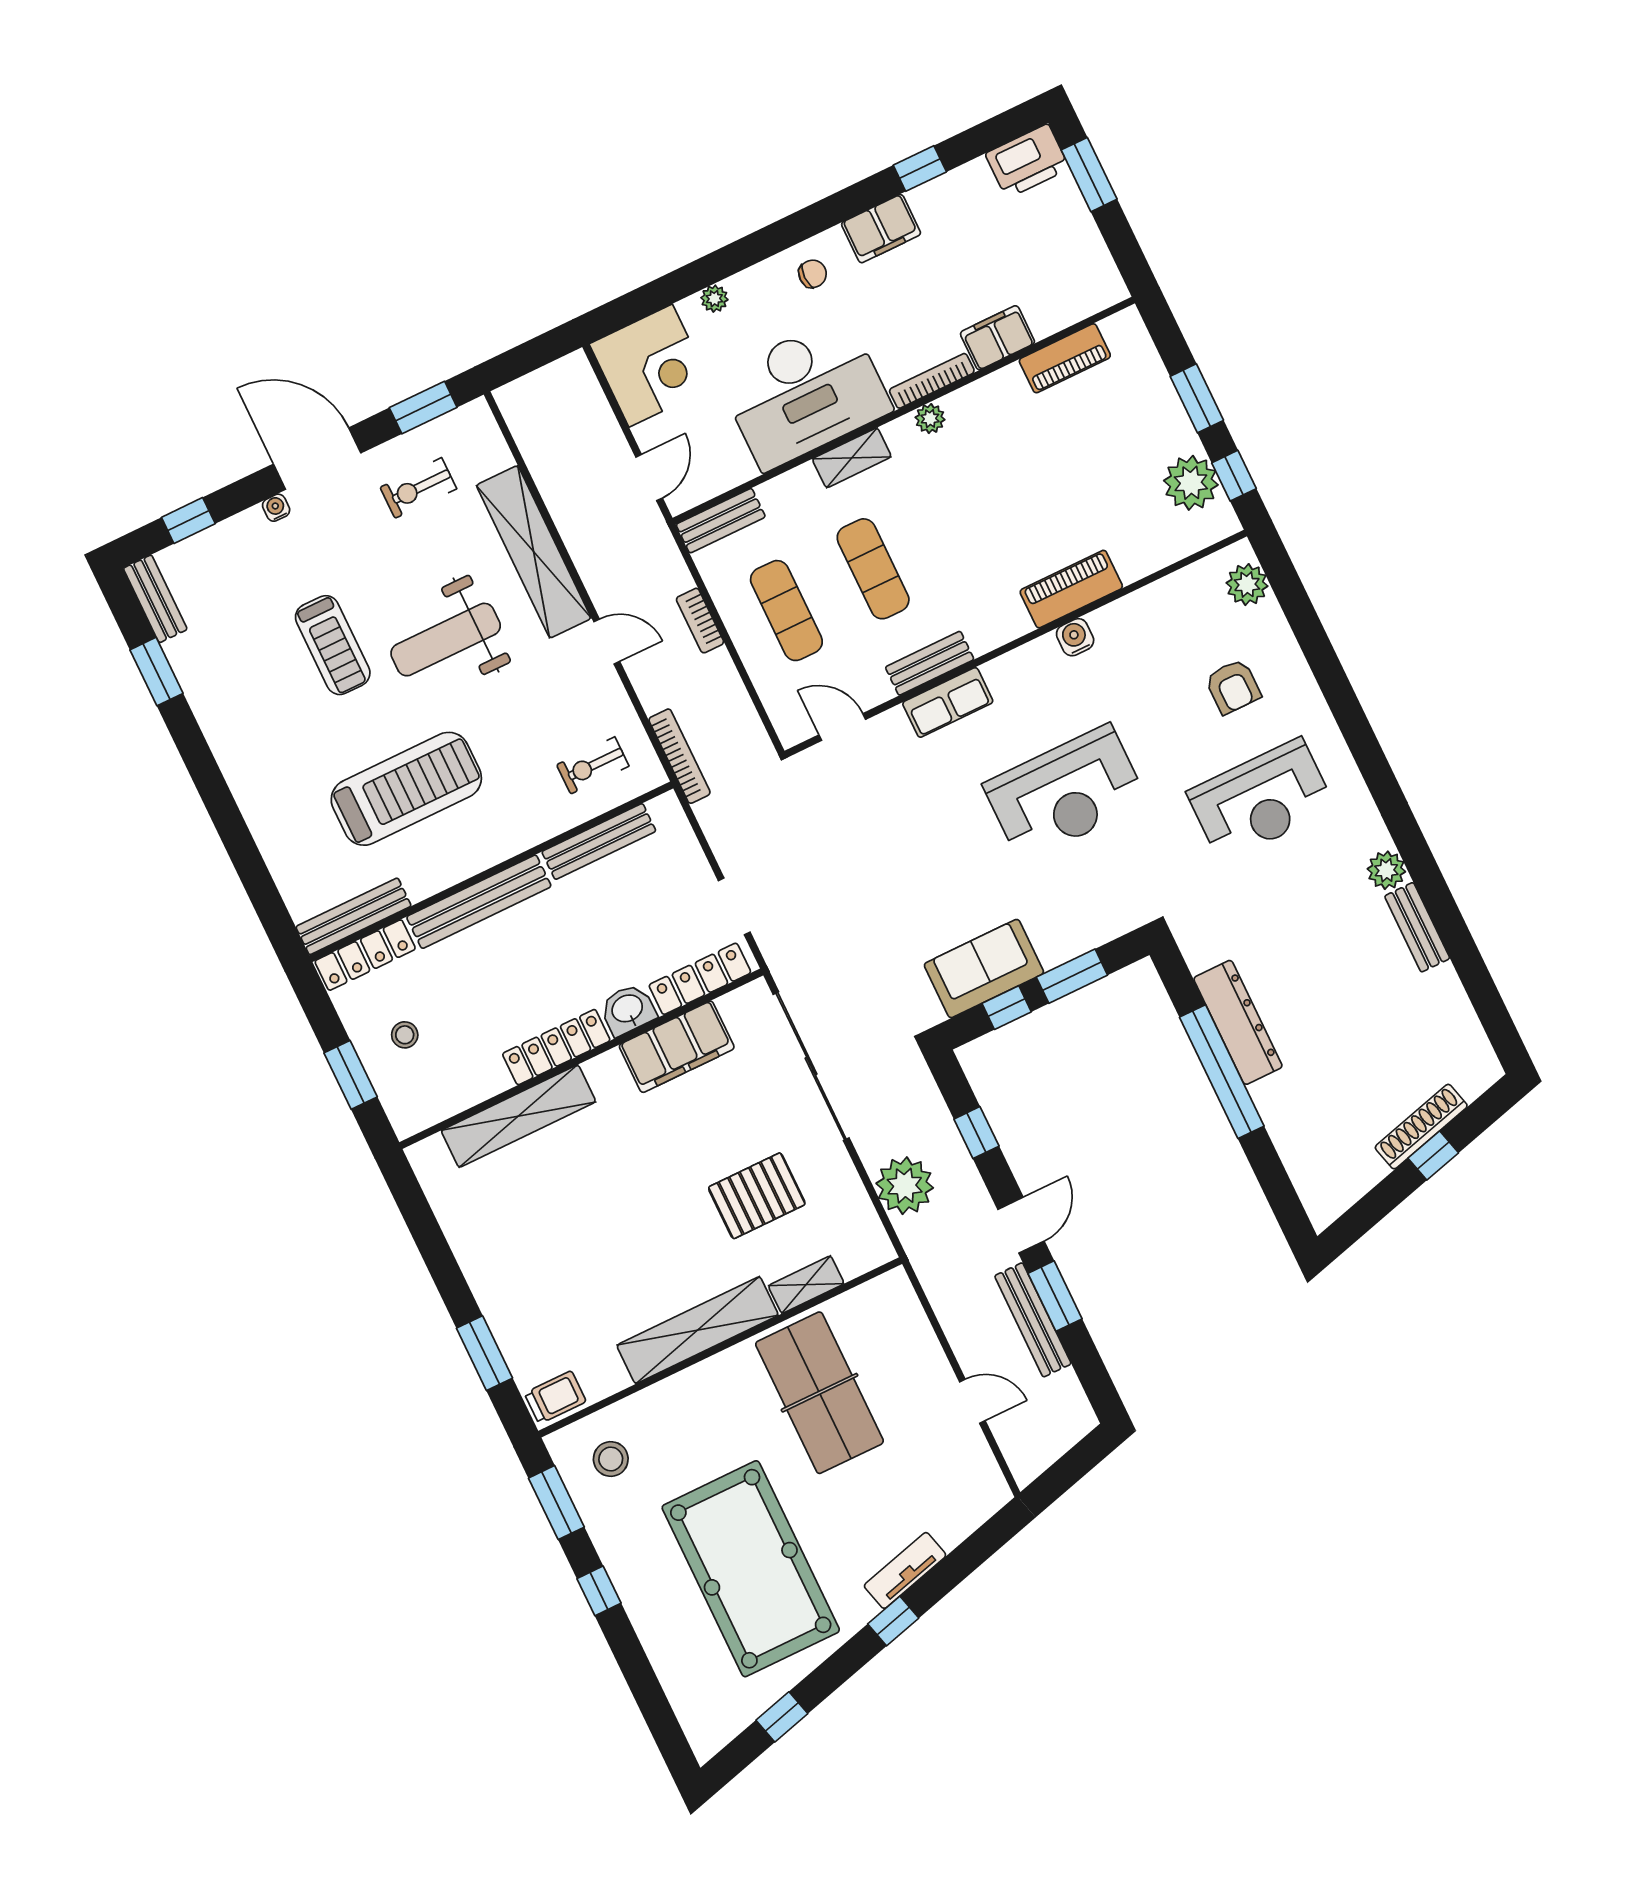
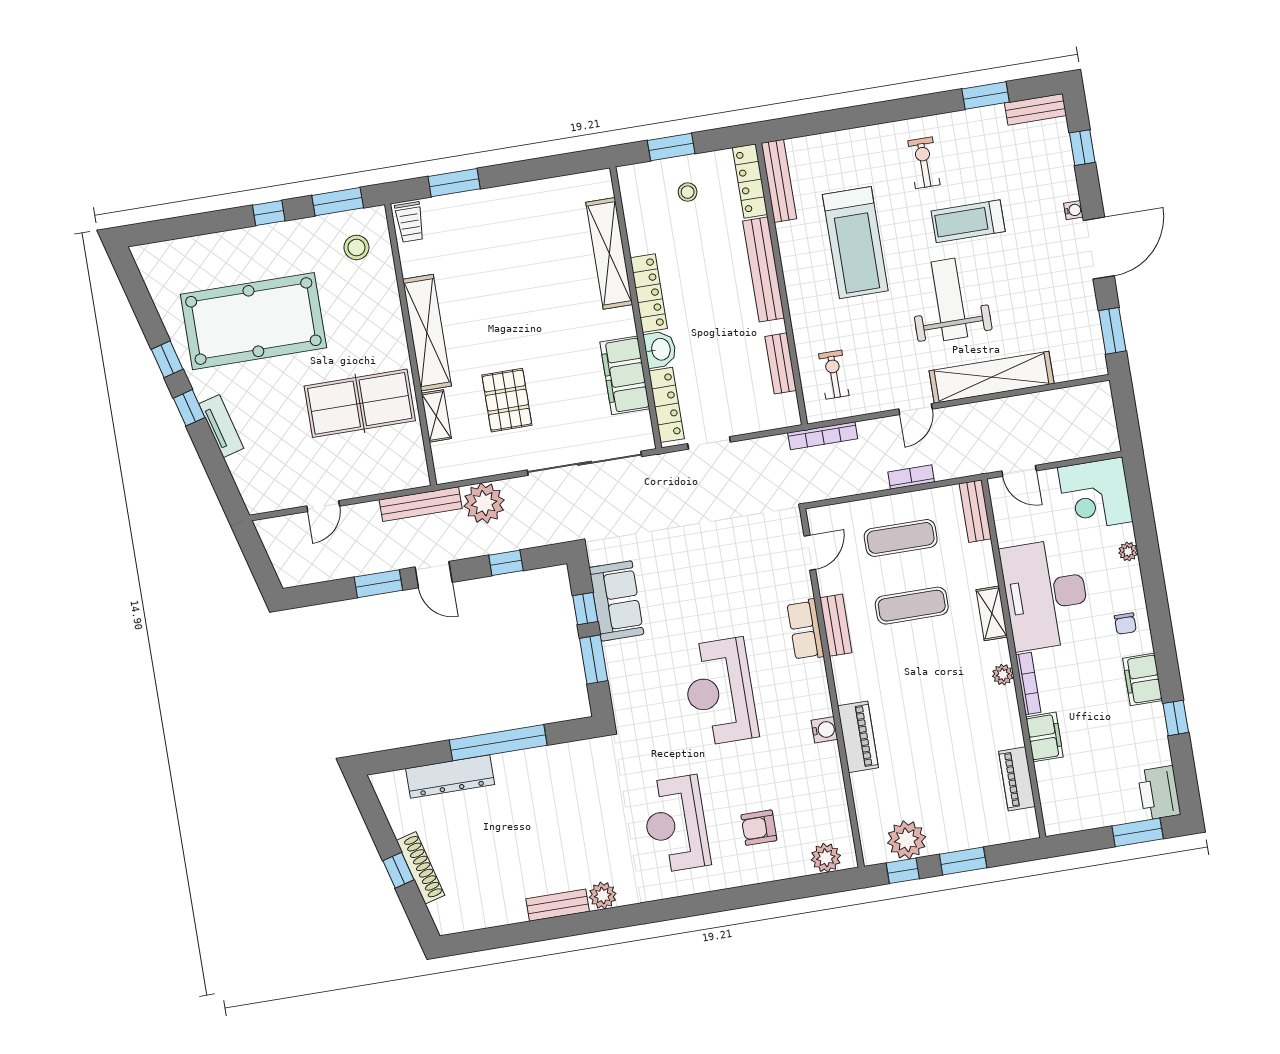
exercise bike: (418, 488) -> (924, 163), moved
bench: (599, 841) -> (781, 363), width x0.73
dresser: (1238, 1022) -> (450, 776), moved
bench: (1033, 1320) -> (421, 504), moved
window: (782, 1717) -> (167, 359), moved

